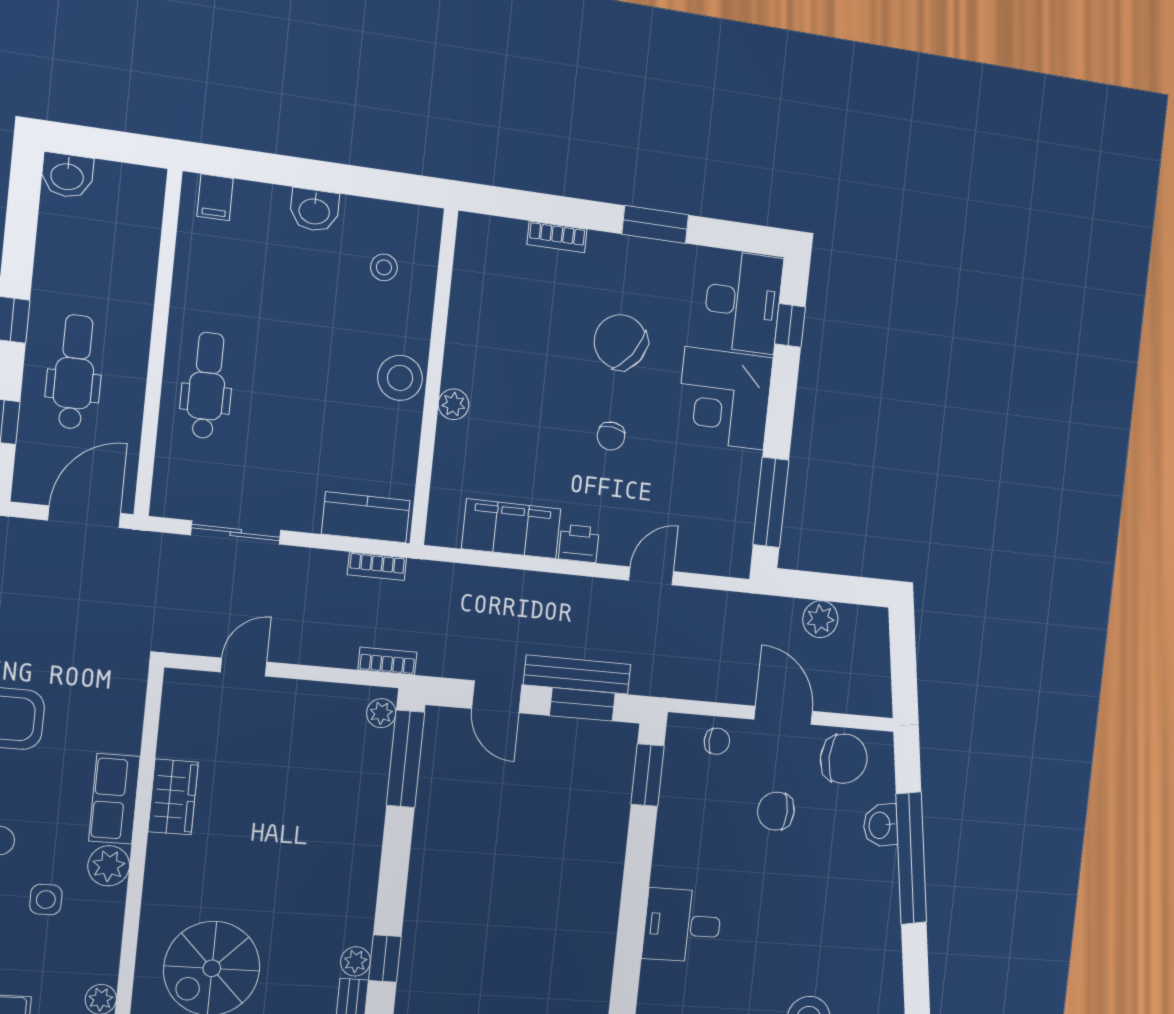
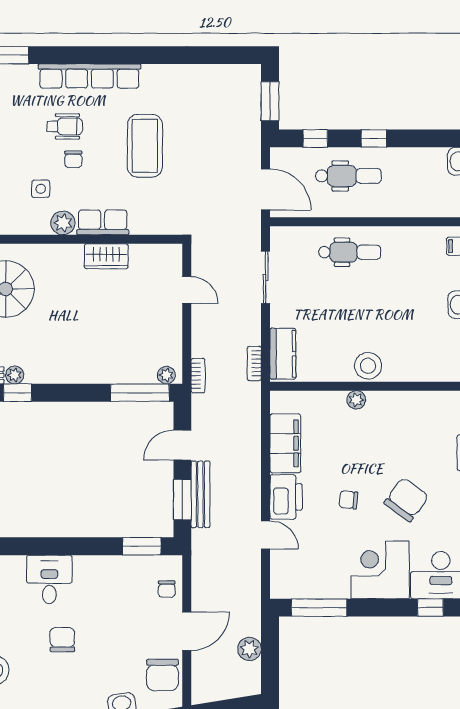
stool: (384, 267) -> (432, 349), removed
printer: (579, 543) -> (286, 497), width x1.87, depth x1.48
chair: (776, 811) -> (62, 640), moved

